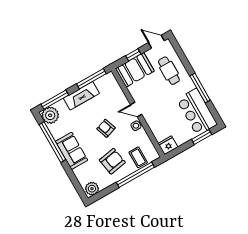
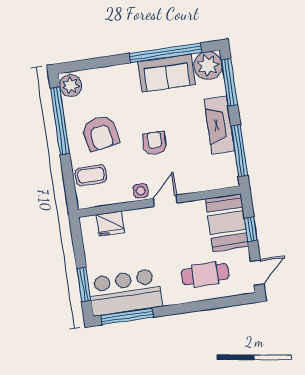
window: (200, 88) -> (127, 316), moved
armchair: (106, 128) -> (155, 143), turned -71
fridge: (168, 145) -> (110, 224), moved, turned 90
sofa: (72, 151) -> (166, 73), moved
window: (135, 175) -> (60, 121), moved

